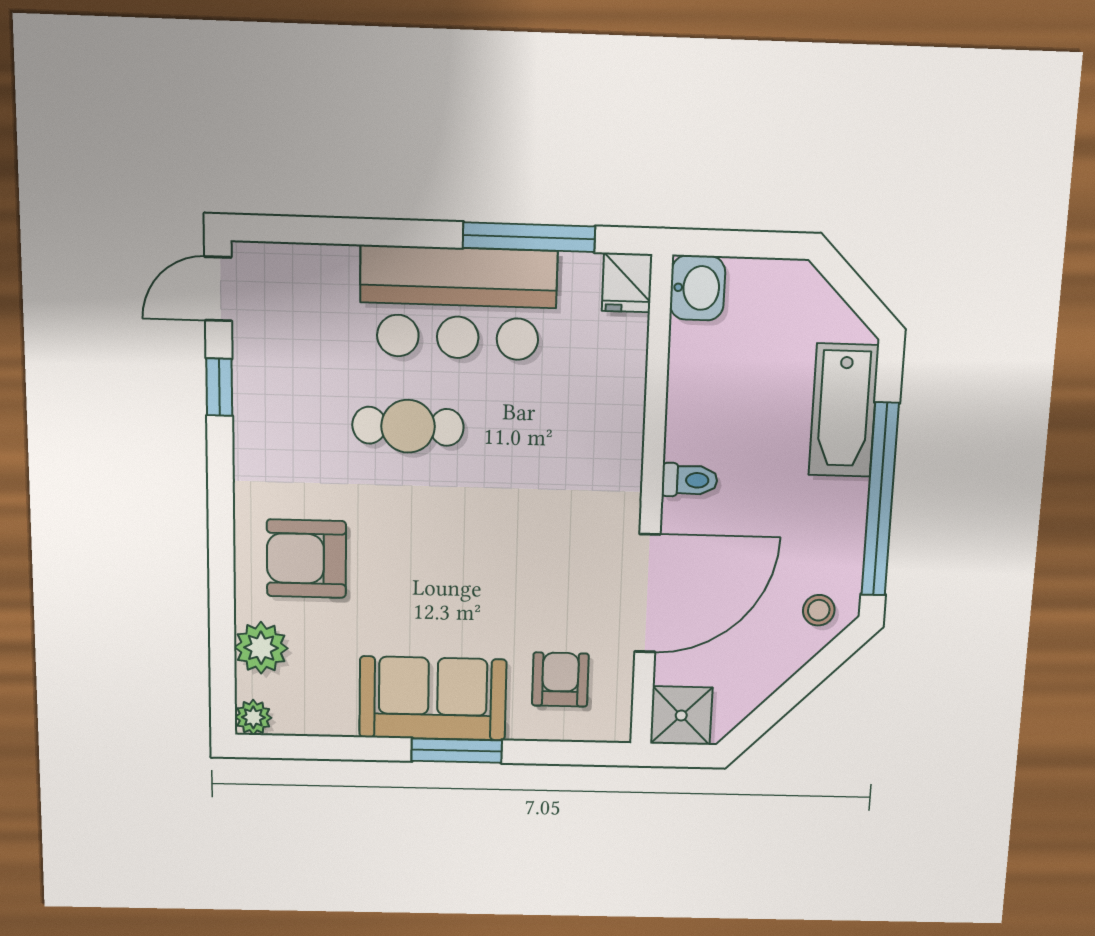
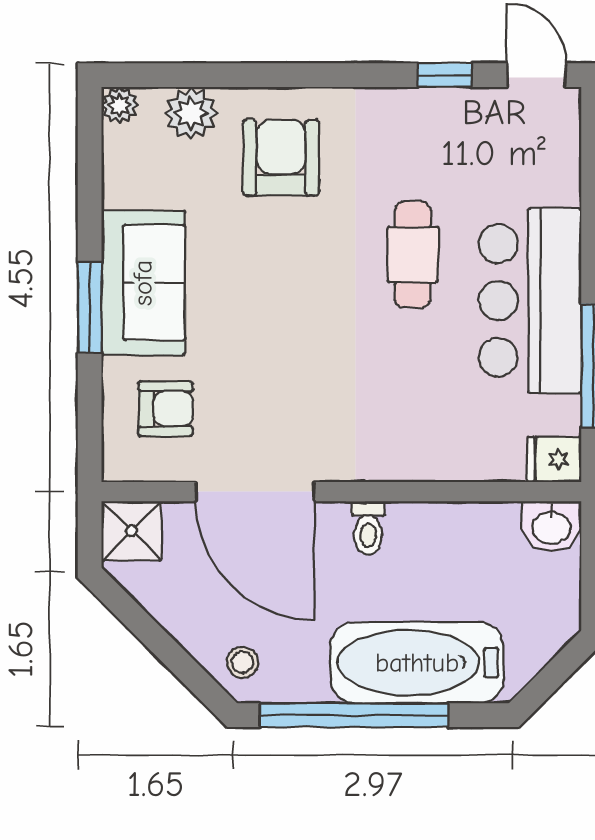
bathtub: (844, 410) -> (417, 663), width x1.36, depth x1.36

